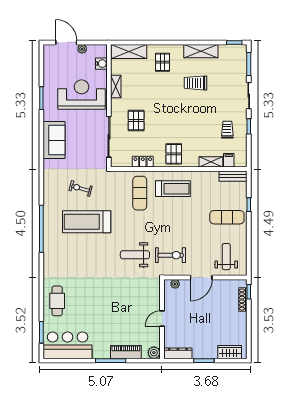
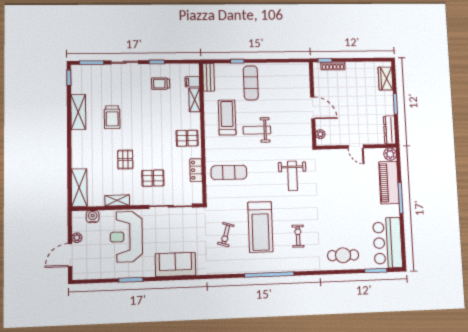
pallet: (163, 62) -> (125, 160), moved, turned 90
treadmill: (173, 189) -> (227, 117), moved
exercise bike: (171, 255) -> (298, 236), moved, width x0.73, depth x0.72
weight bench: (226, 257) -> (257, 130), moved
piano: (126, 352) -> (389, 183), width x1.37, depth x1.33

